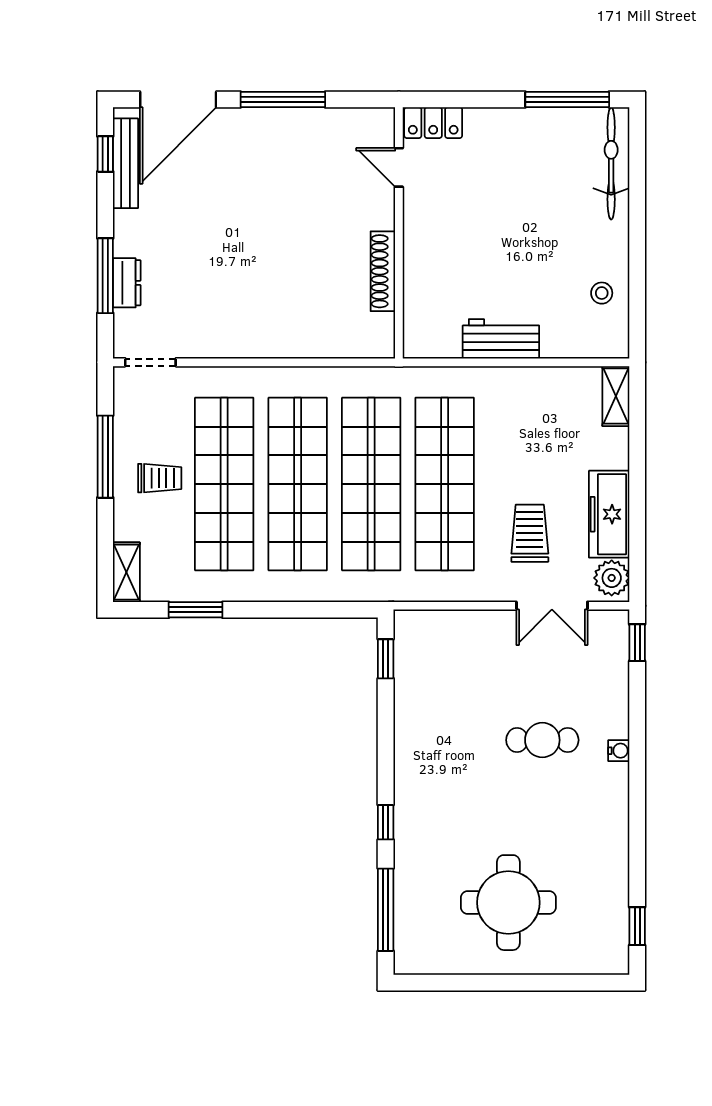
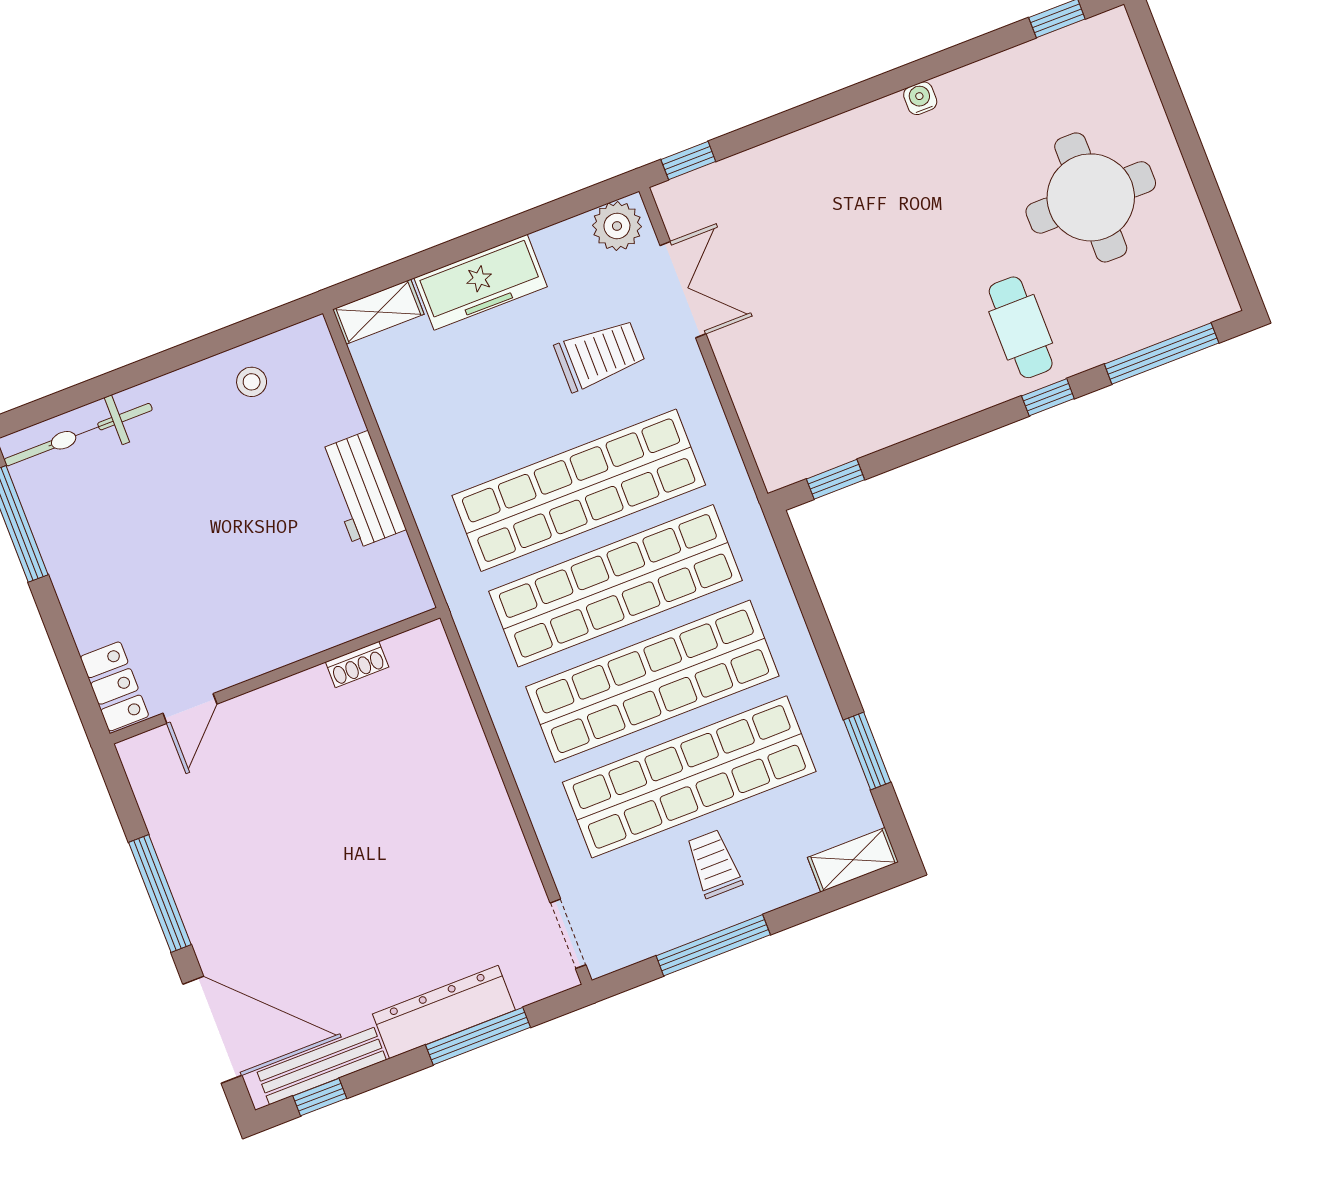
shoe rack: (383, 271) -> (357, 665), width x0.51, depth x0.81
dresser: (127, 283) -> (444, 1012), width x1.96, depth x1.24
freezer: (609, 514) -> (481, 282), moved
trolley: (530, 533) -> (600, 355), turned 180
cafe table: (542, 740) -> (1021, 327), moved
water cooler: (619, 751) -> (920, 98), moved

